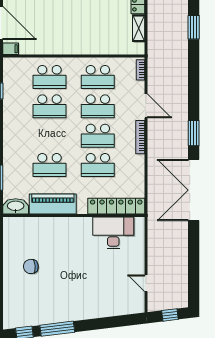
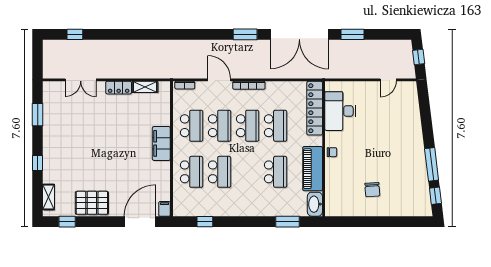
window: (194, 27) -> (353, 34), moved
filing cabinet: (79, 45) -> (161, 143), added
door: (146, 106) -> (219, 80), hinge flipped
chair: (70, 224) -> (332, 152), added

